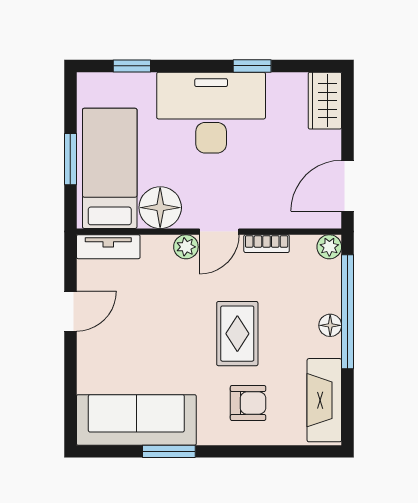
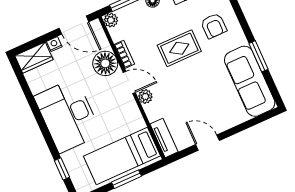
window: (252, 66) -> (33, 105), removed
nightstand: (332, 142) -> (54, 44), added
floor lamp: (160, 208) -> (105, 63), moved
armchair: (248, 403) -> (214, 26), turned 180

